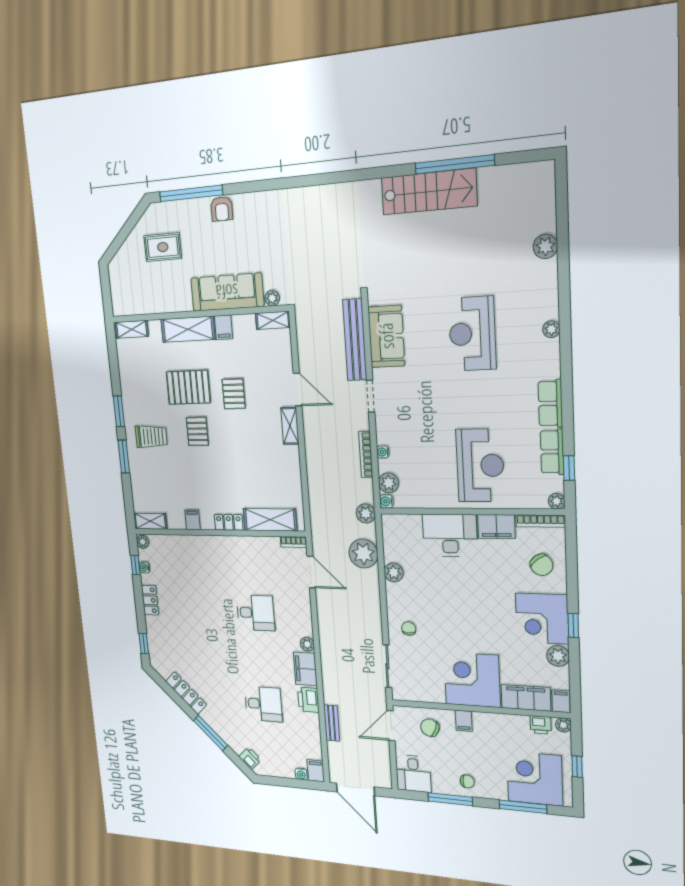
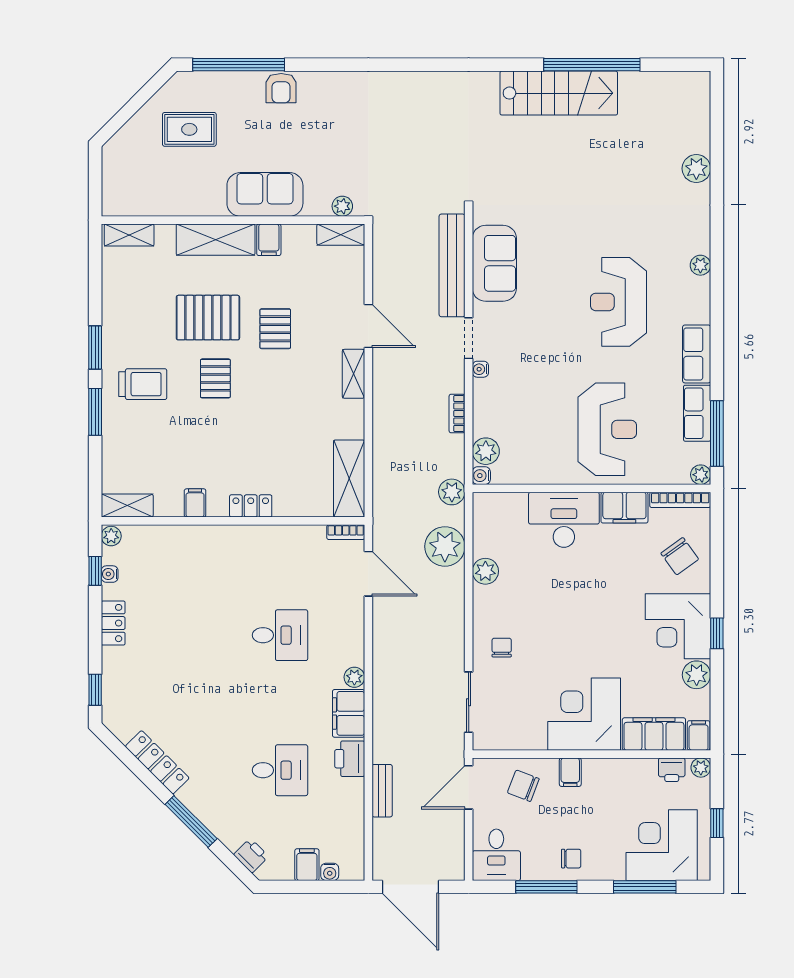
sofa: (227, 292) -> (265, 194), width x0.73
reception desk: (472, 334) -> (619, 302), moved
water cooler: (383, 452) -> (480, 369), moved
bookcase: (366, 454) -> (457, 414), width x0.64
window: (569, 468) -> (717, 434), width x2.17
shelving: (270, 520) -> (349, 478), moved, turned 90
filing cabinet: (316, 771) -> (307, 865), moved

